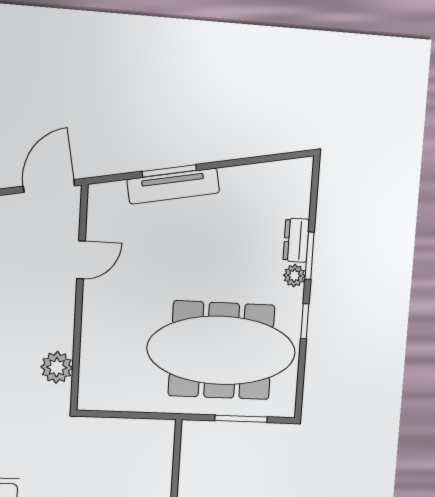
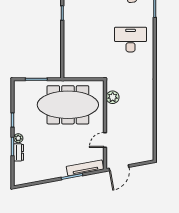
tv unit: (173, 186) -> (85, 168), moved
meeting table: (222, 350) -> (68, 105), moved

